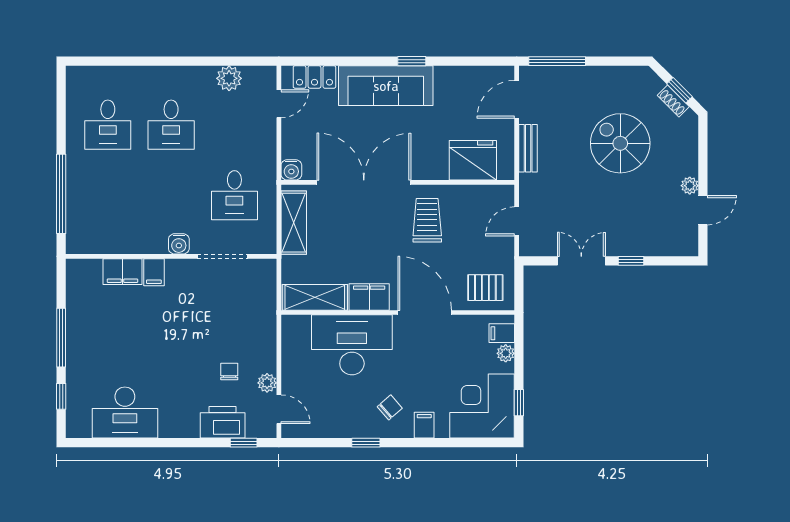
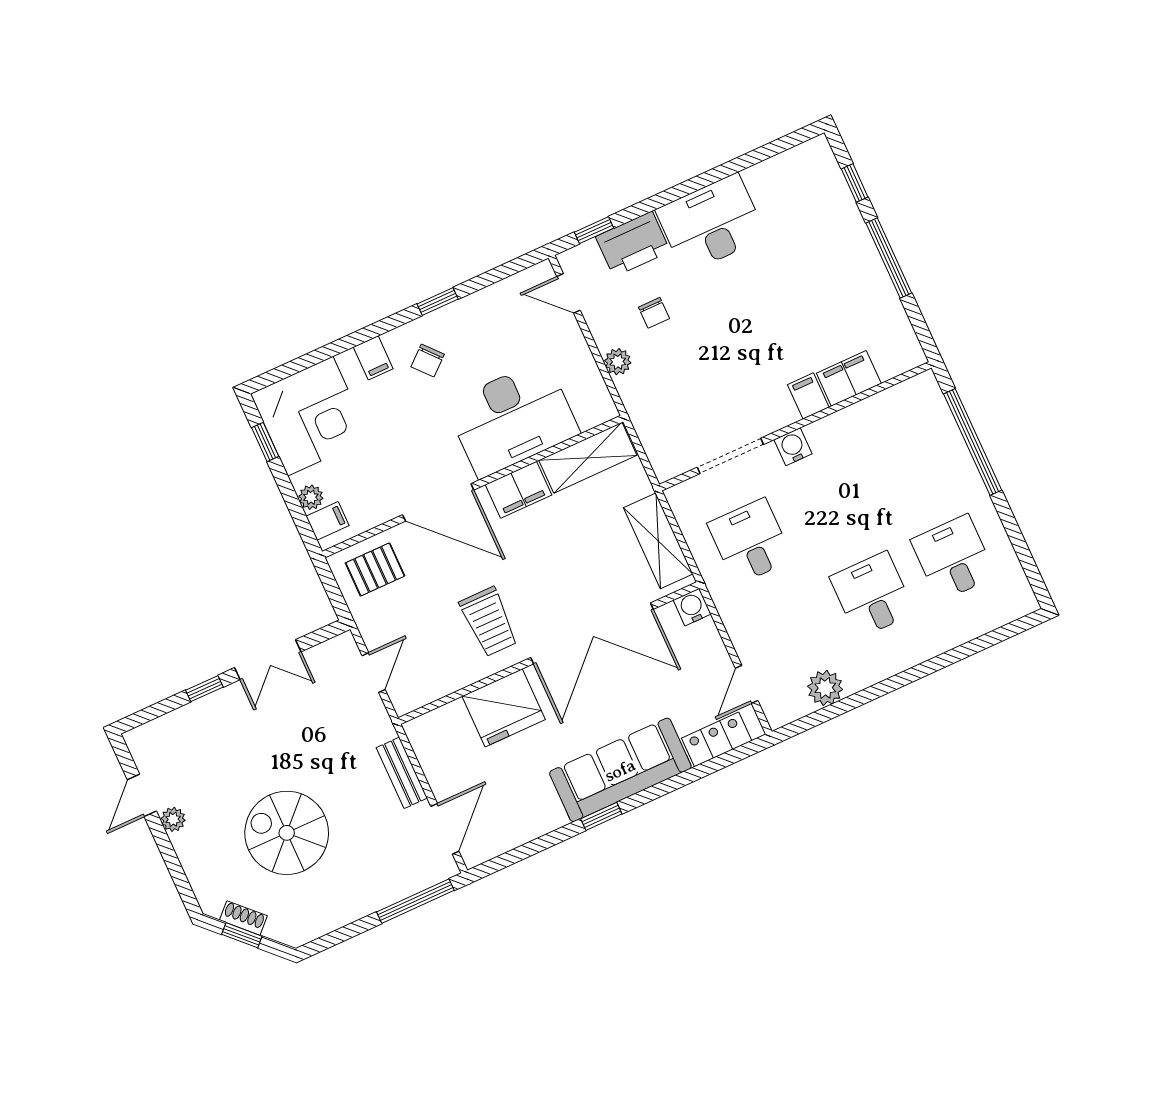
spiral stairs: (620, 143) -> (287, 833), turned 180
fridge: (473, 160) -> (504, 708), moved
plant: (267, 383) -> (618, 362), moved
desk: (125, 413) -> (711, 223), moved

